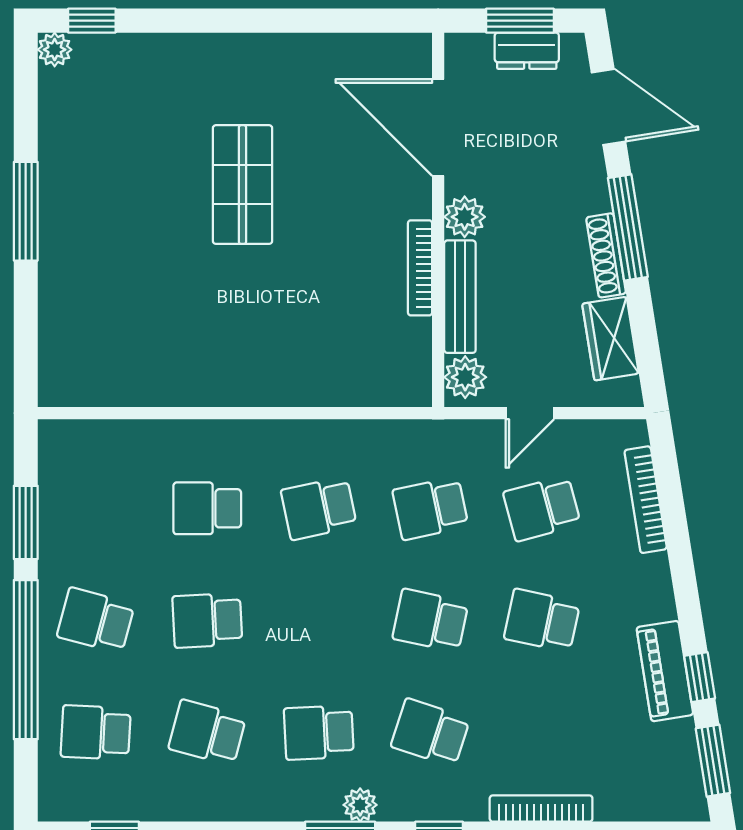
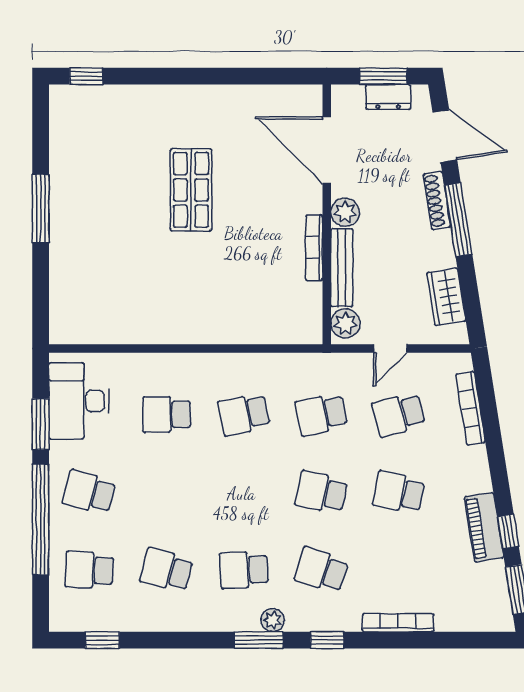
plant: (55, 50) -> (61, 96), removed
shoe rack: (606, 255) -> (437, 201), moved
desk: (81, 489) -> (79, 401), added
school desk: (207, 620) -> (167, 492), removed

